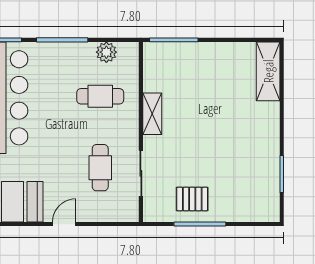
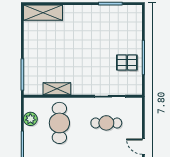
cafe table: (100, 96) -> (59, 123), width x1.37, depth x1.35
shelving: (152, 114) -> (57, 89), moved
pallet: (192, 199) -> (127, 62), turned 90

